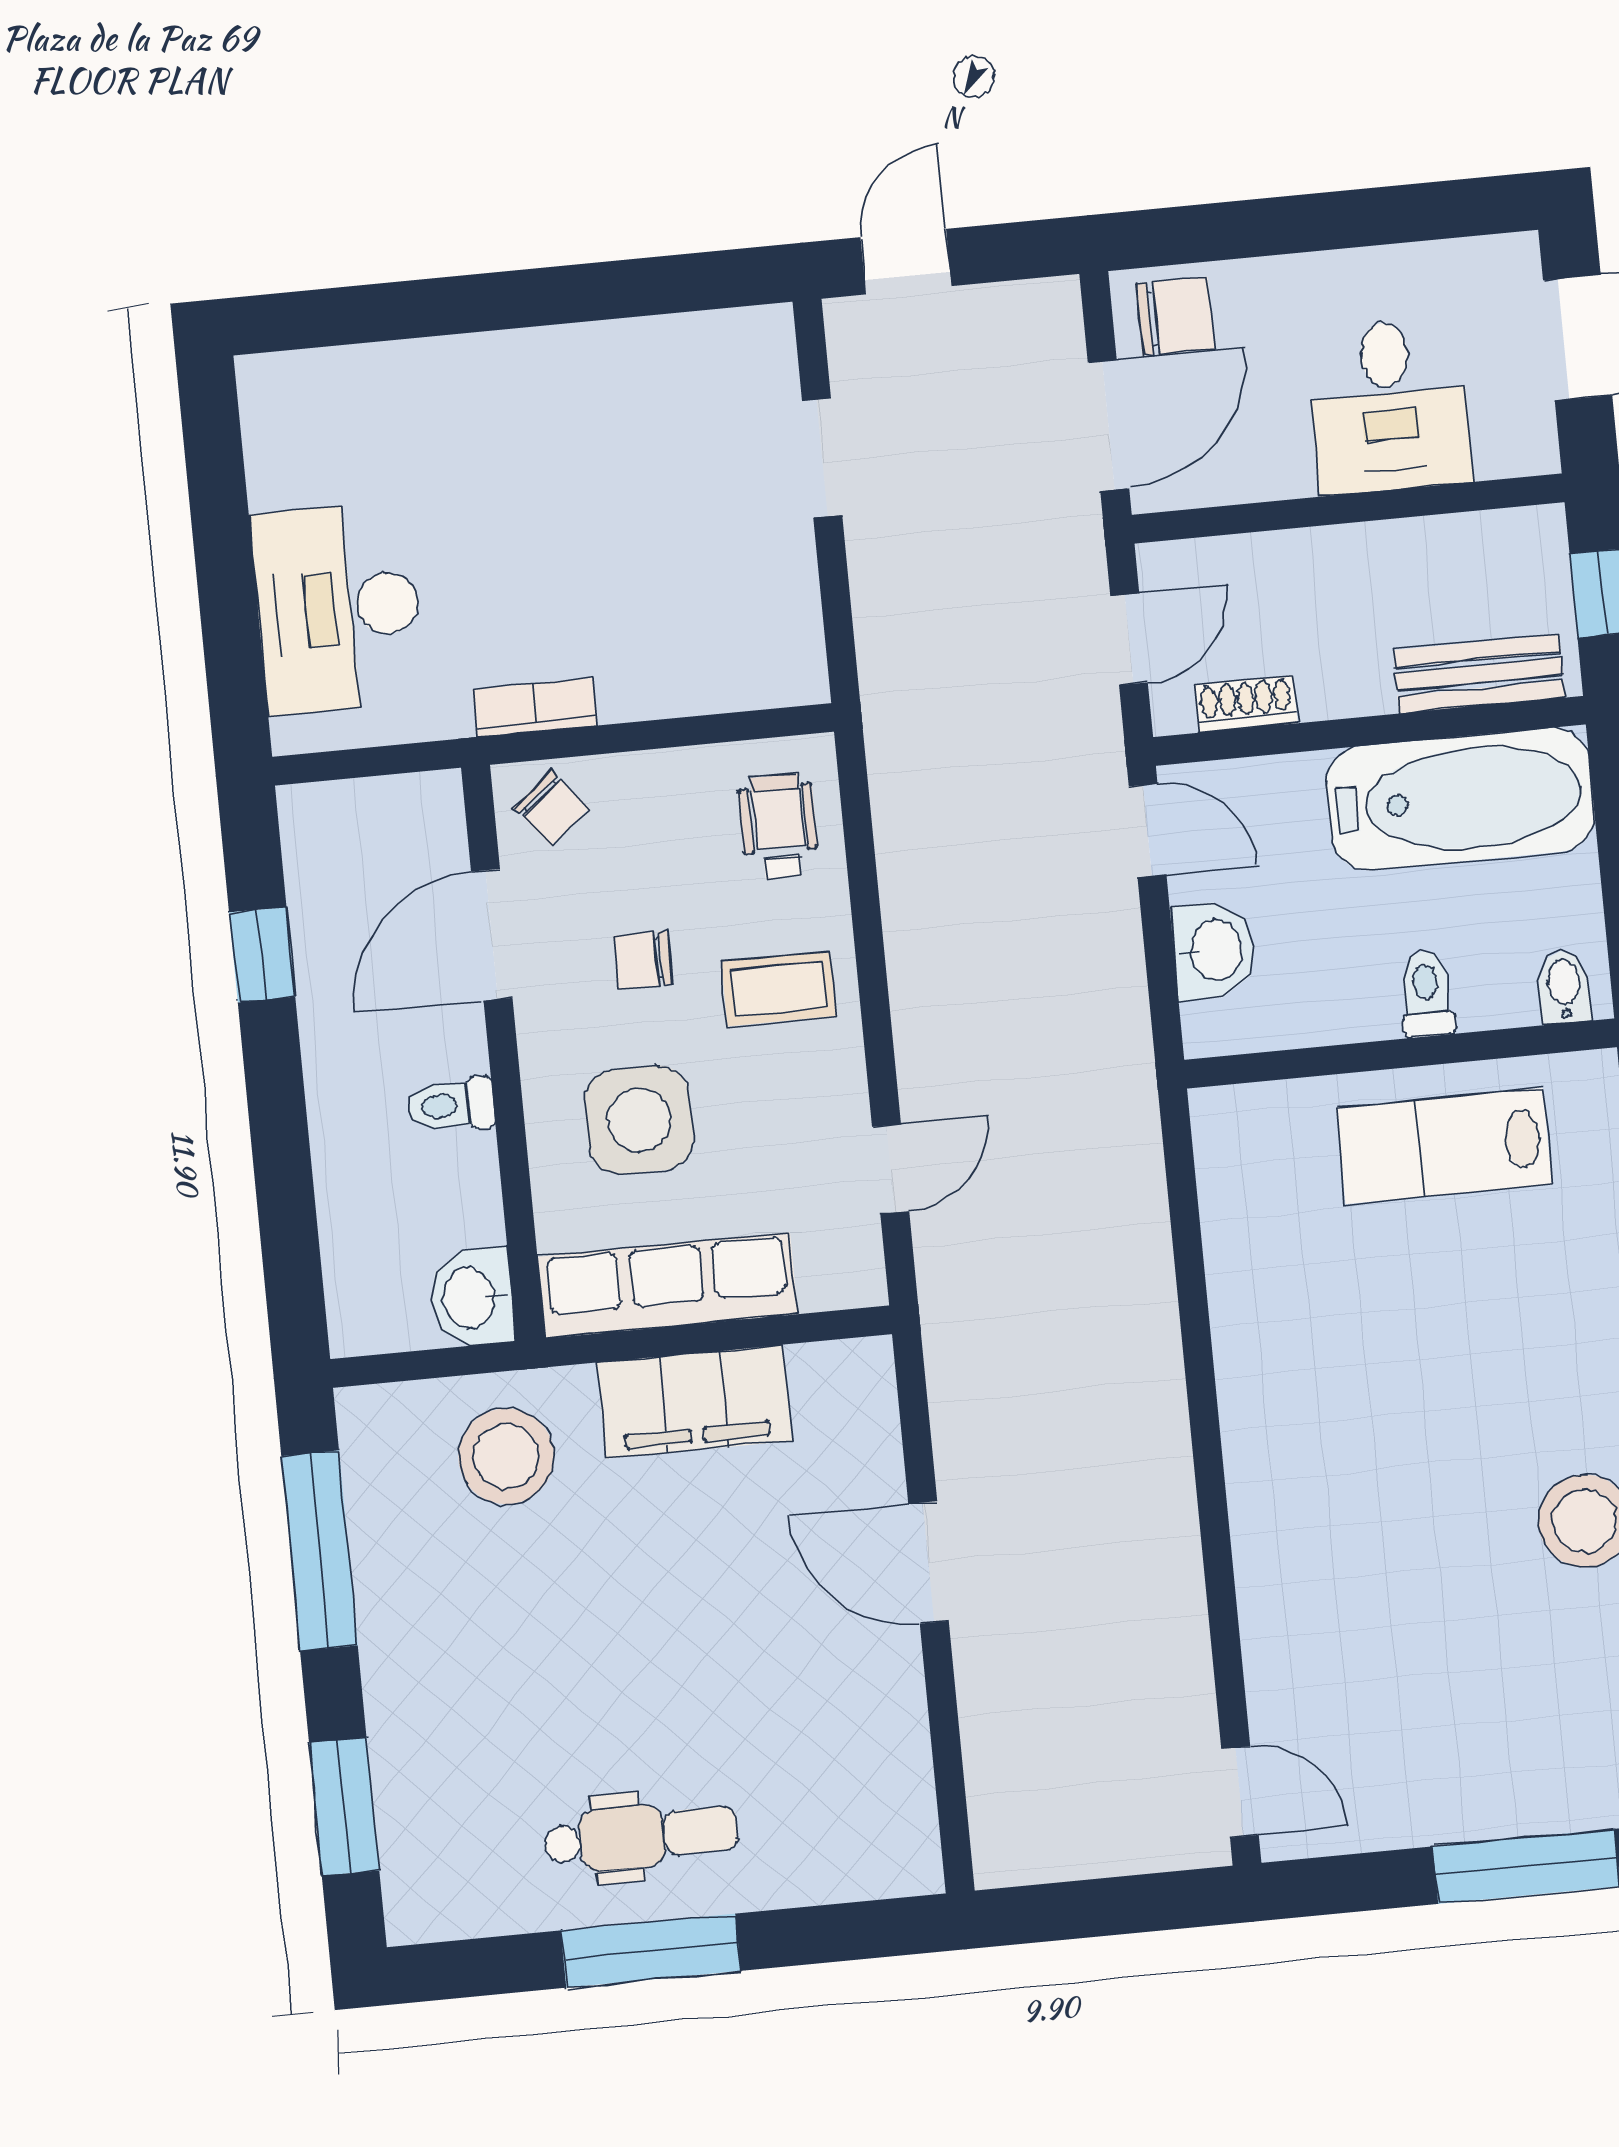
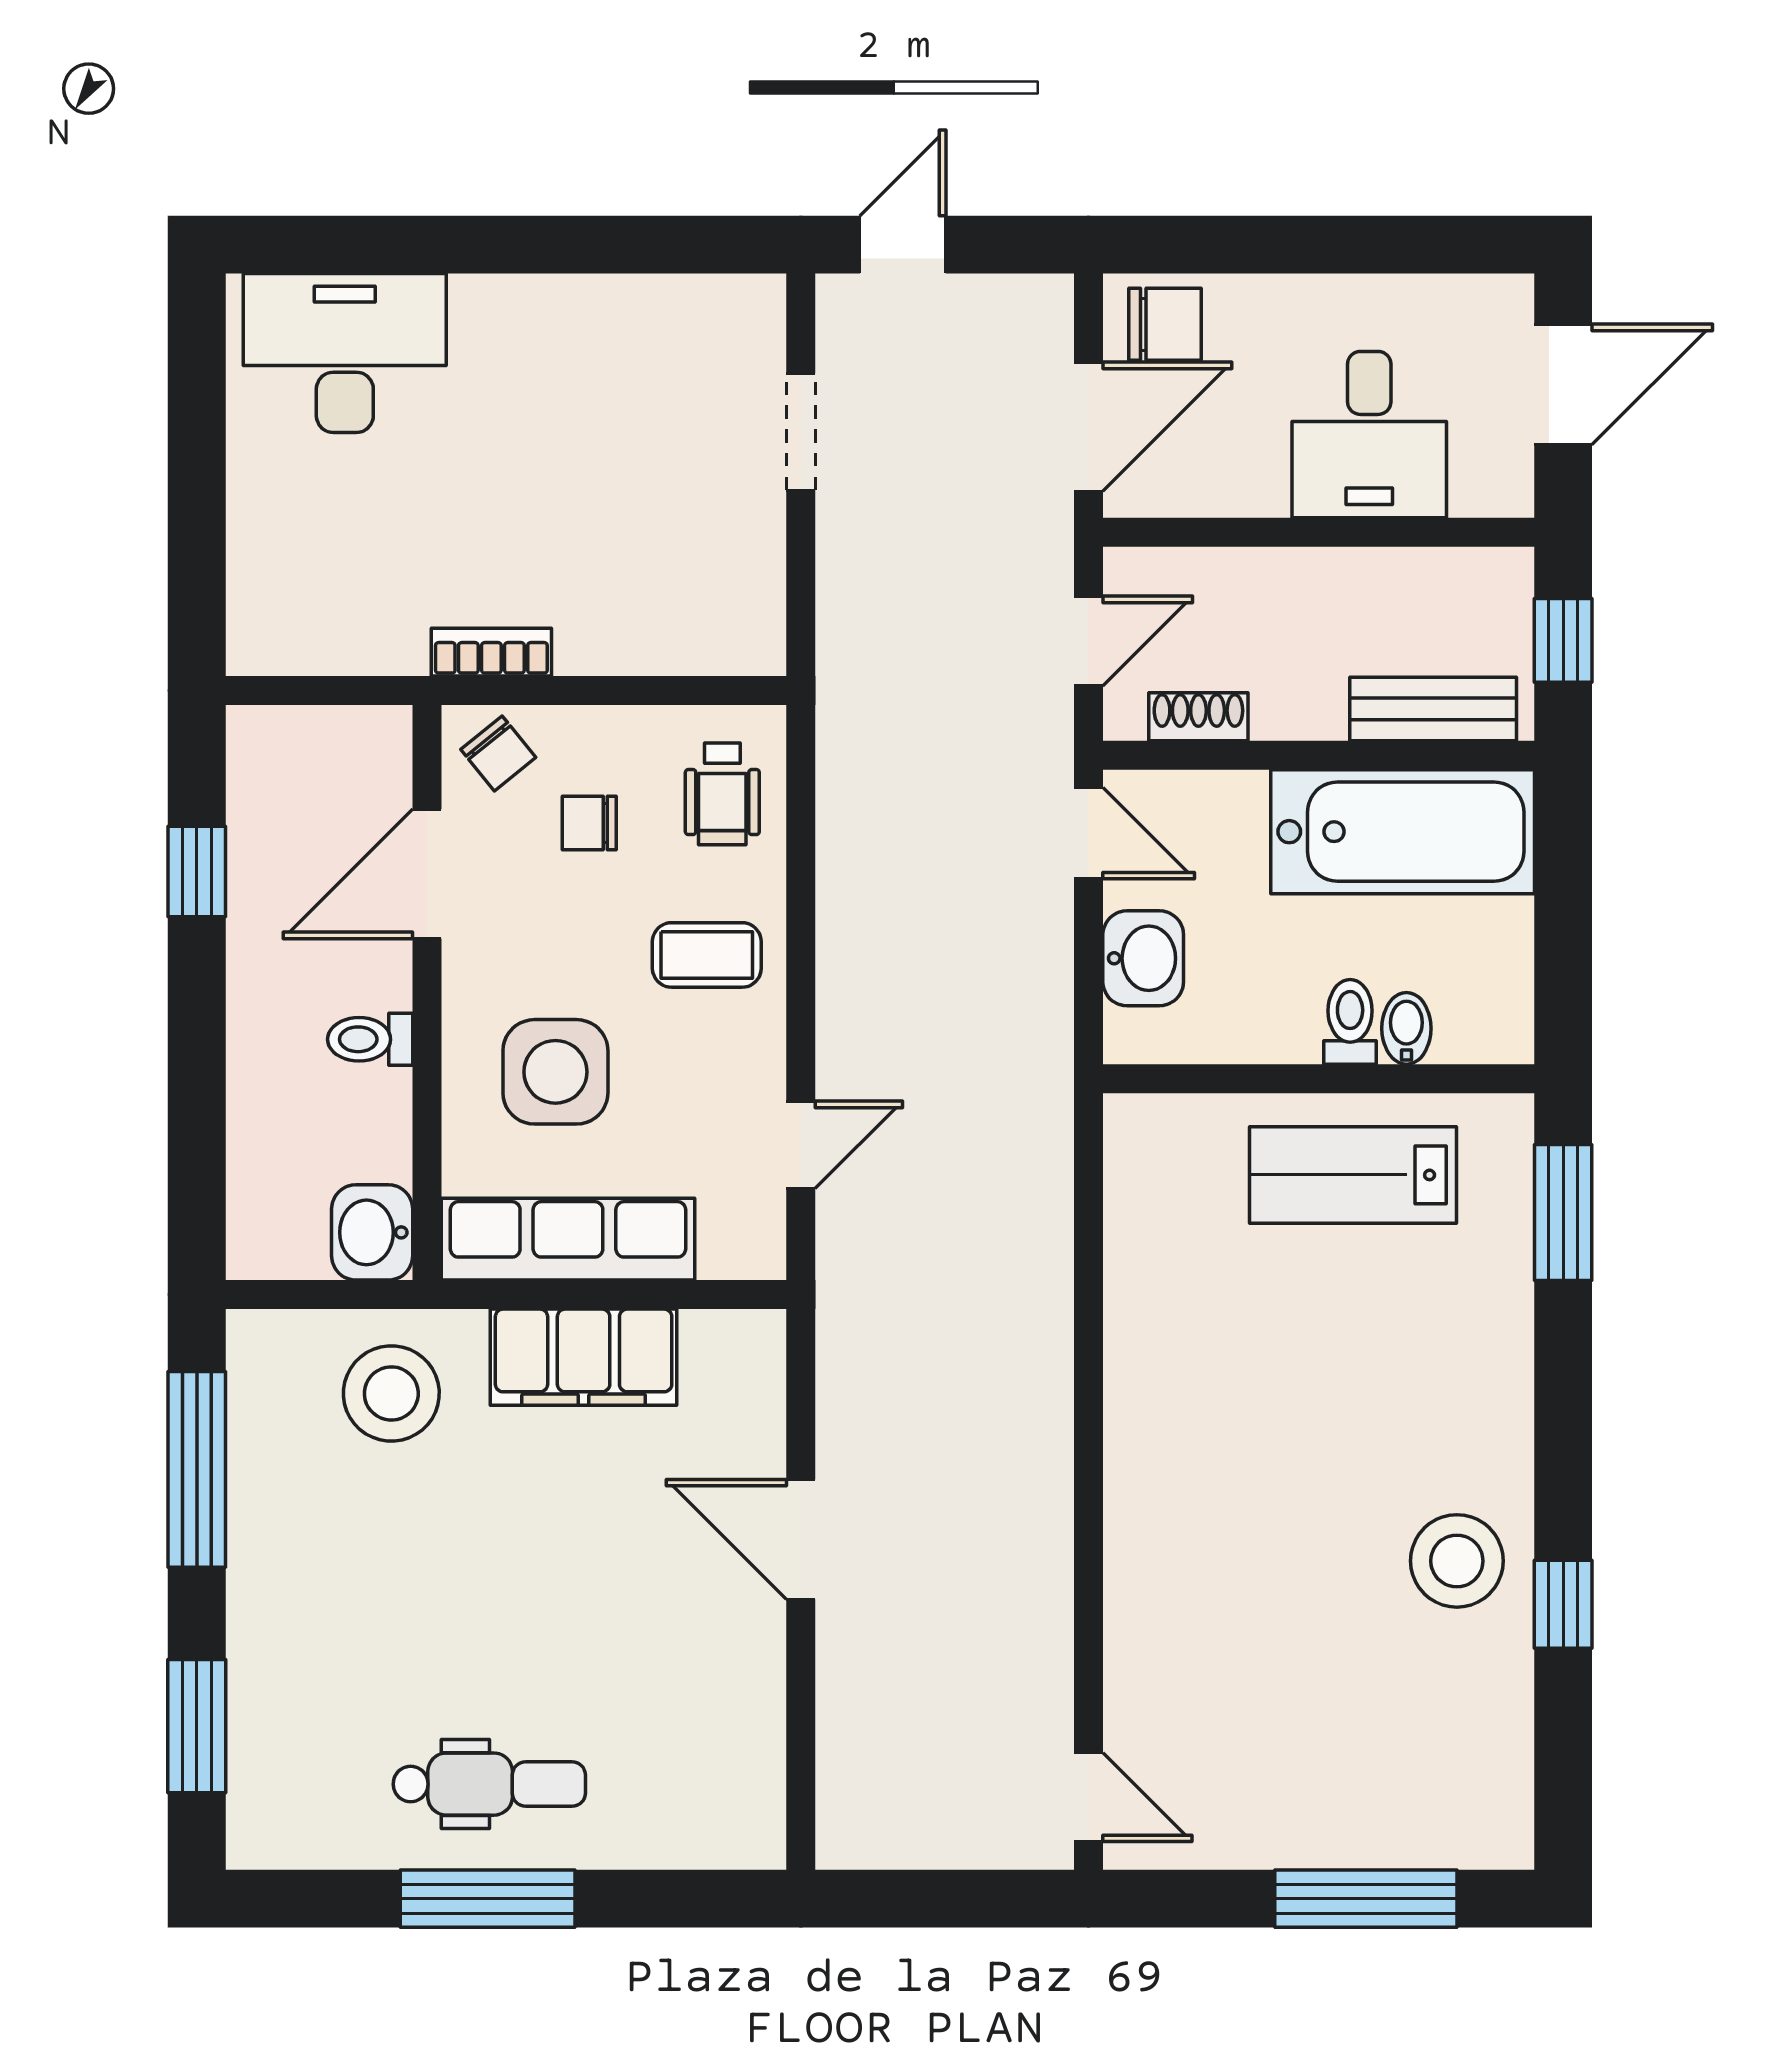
desk: (338, 608) -> (345, 353), moved, turned 90
wheelchair: (779, 827) -> (722, 794), turned 180
chair: (643, 960) -> (589, 823), moved
bidet: (1564, 987) -> (1406, 1028), moved

